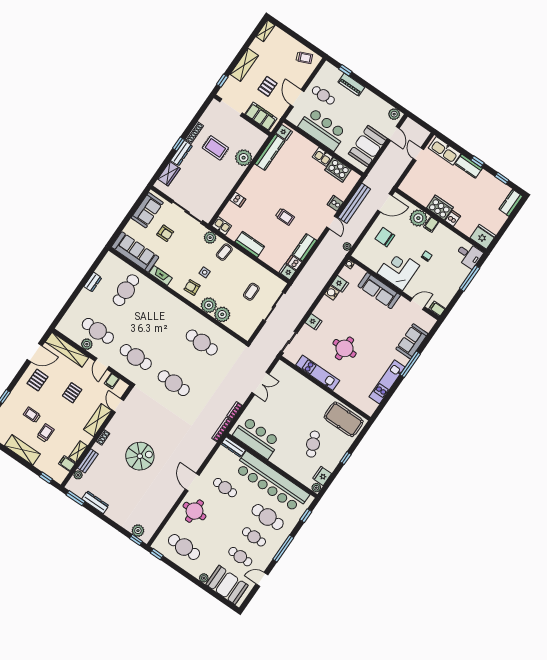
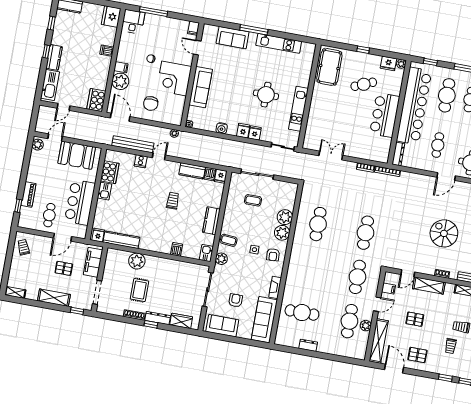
cooker: (440, 208) -> (96, 100), moved
fridge: (340, 284) -> (243, 131), moved
bar counter: (257, 438) -> (385, 115), moved

